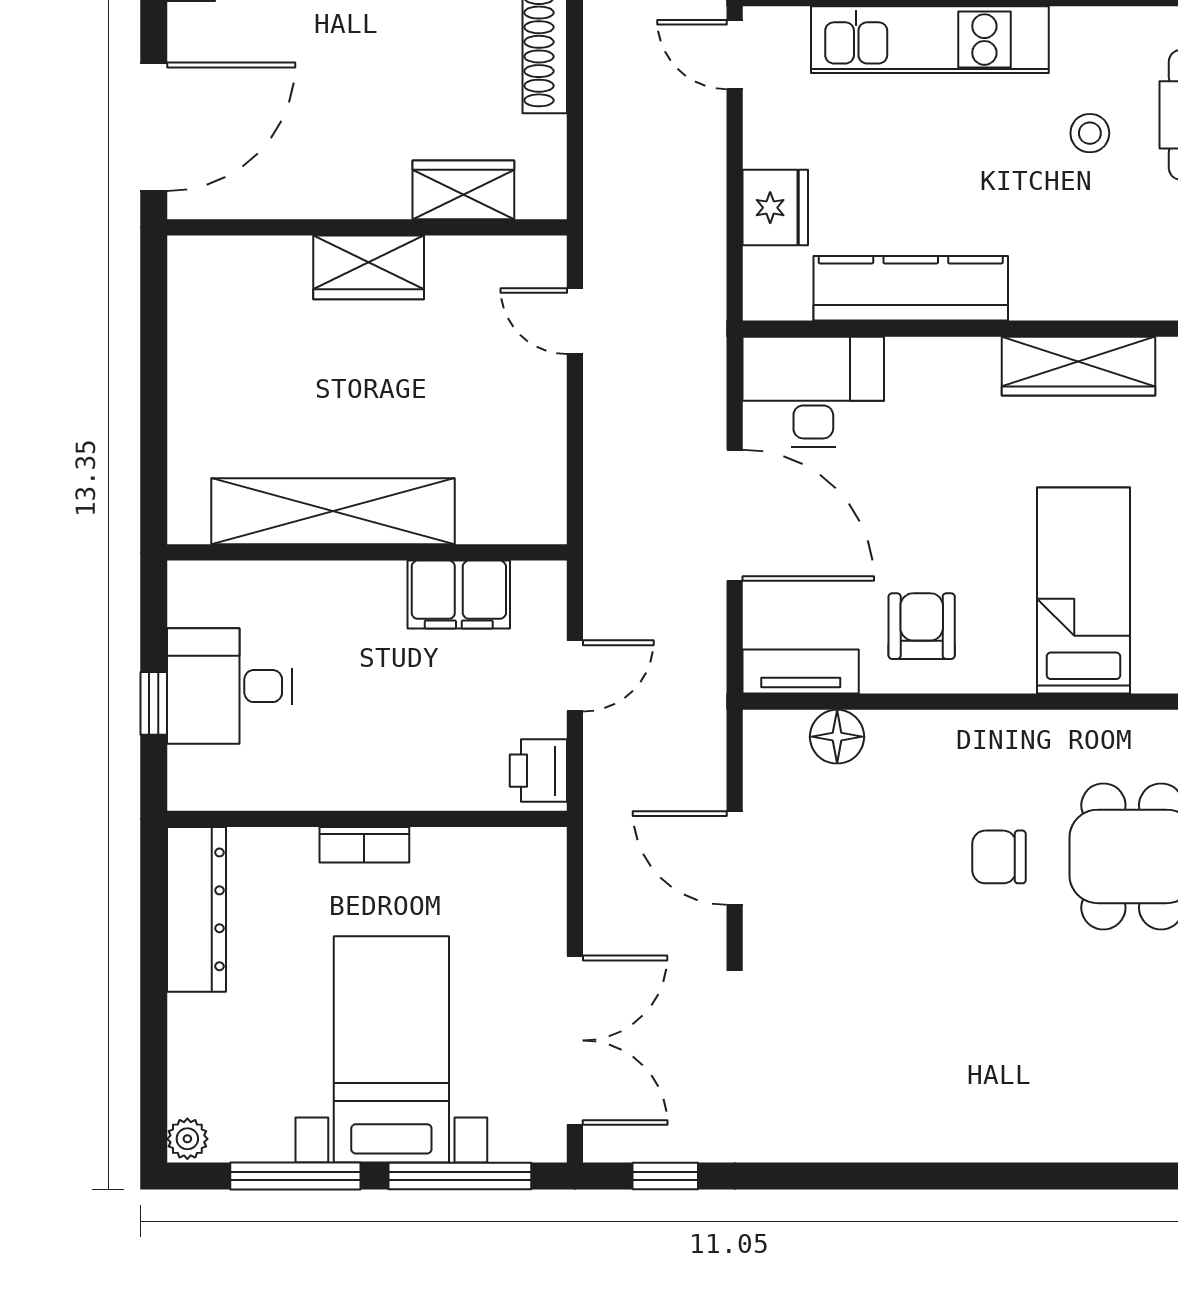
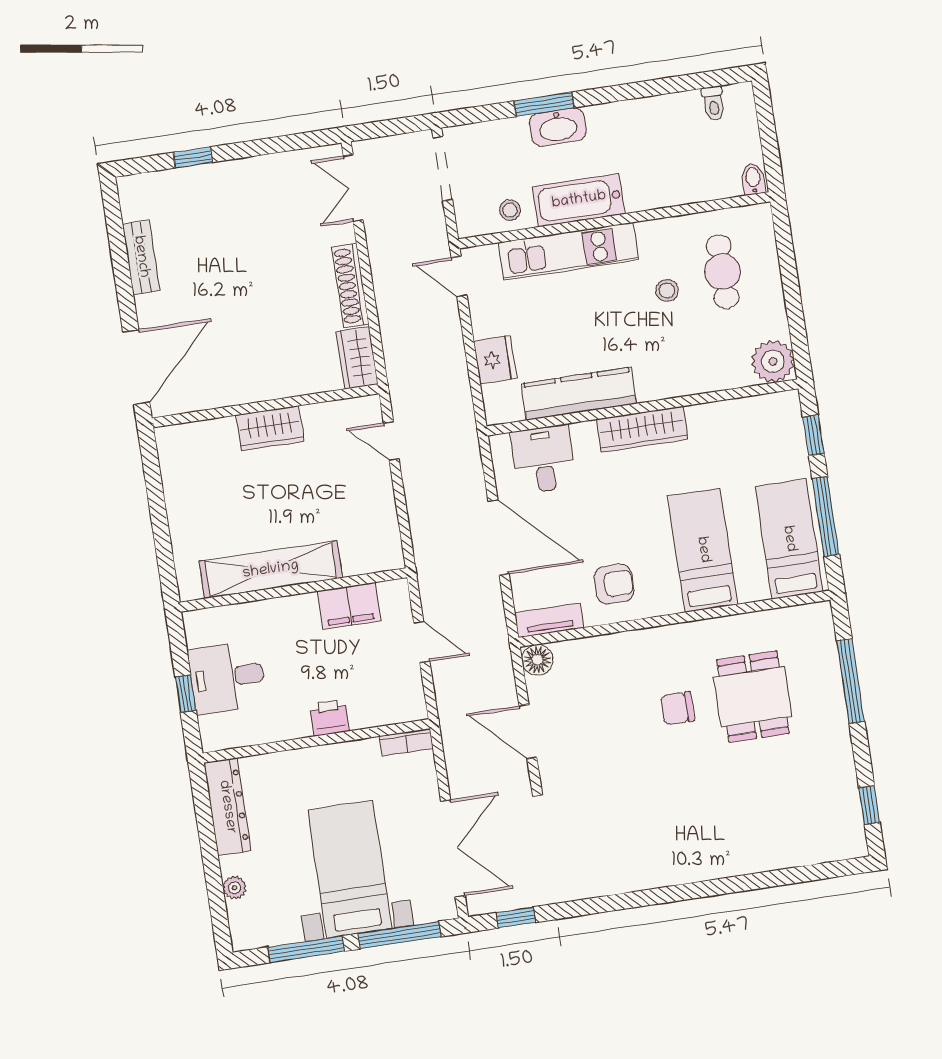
wardrobe: (463, 190) -> (357, 358), moved, turned -90
wardrobe: (1079, 366) -> (642, 429), moved
desk: (813, 392) -> (543, 459), width x0.73
armchair: (922, 626) -> (614, 584), turned 90
door: (575, 676) -> (422, 642), hinge flipped
floor lamp: (837, 737) -> (537, 660), moved
printer: (538, 771) -> (329, 718), moved, turned 90
bookcase: (364, 845) -> (406, 742), moved
plant: (187, 1139) -> (234, 888), moved

